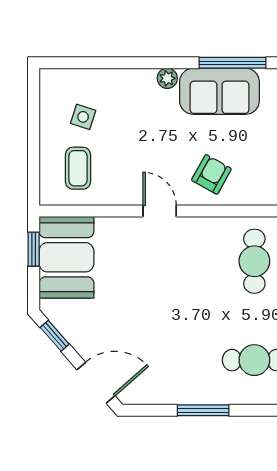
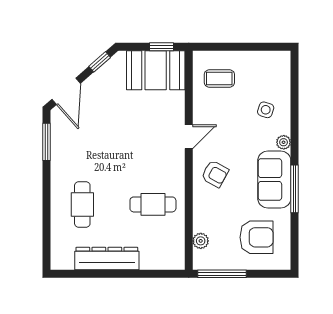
side table: (83, 117) -> (266, 110), moved
window: (203, 410) -> (46, 142), moved

